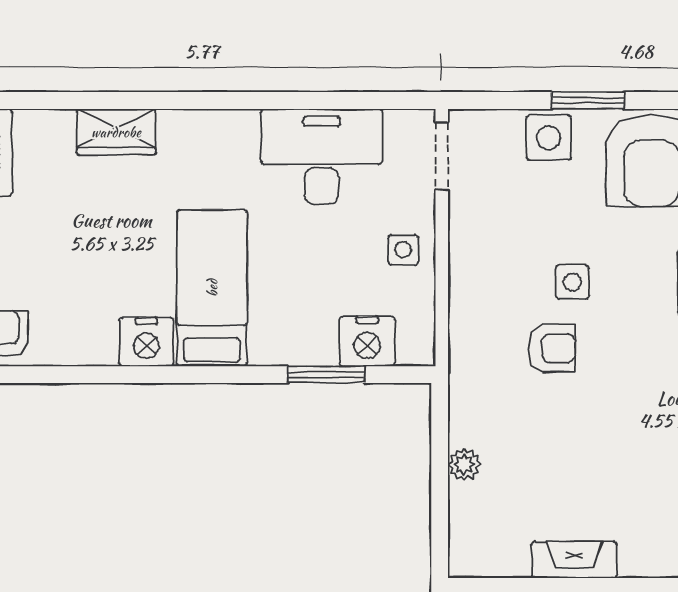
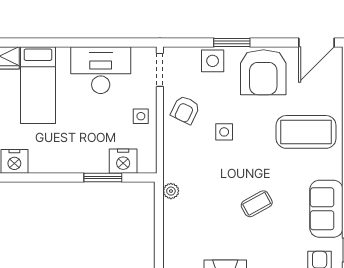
bed: (212, 288) -> (38, 85), moved, turned 180
armchair: (552, 348) -> (185, 110), moved, turned 116
coffee table: (638, 428) -> (257, 204), added
plant: (464, 465) -> (171, 191), moved

